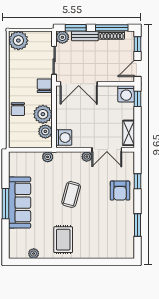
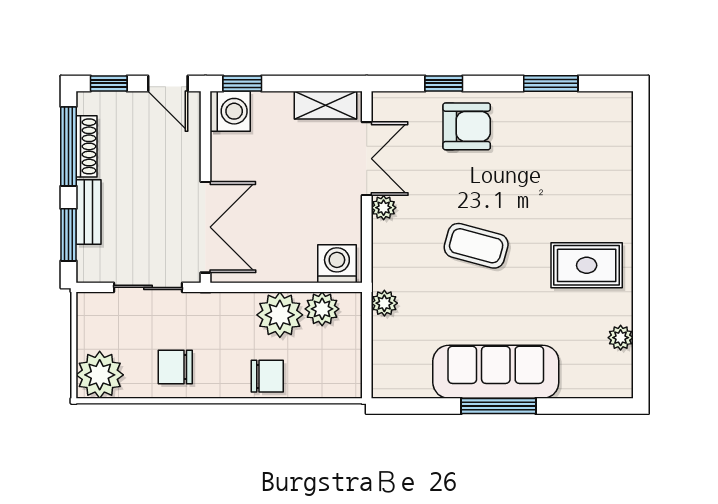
plant: (62, 37) -> (92, 267), removed
chair: (44, 86) -> (175, 367), moved

